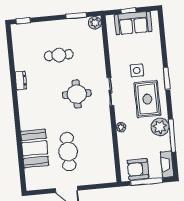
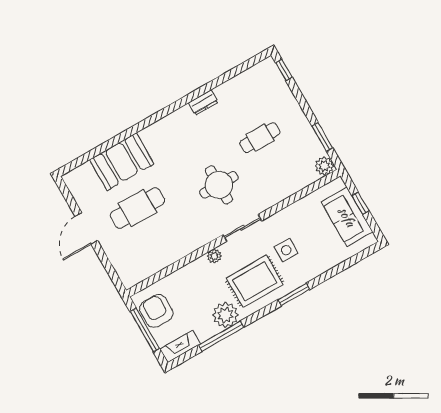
cafe table: (59, 55) -> (260, 138), turned 90
plant: (121, 127) -> (214, 256), moved

